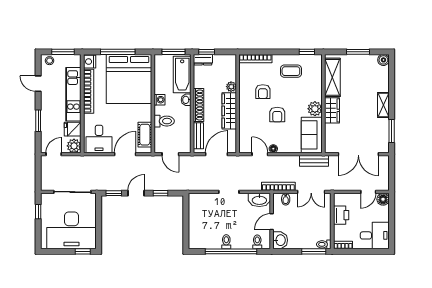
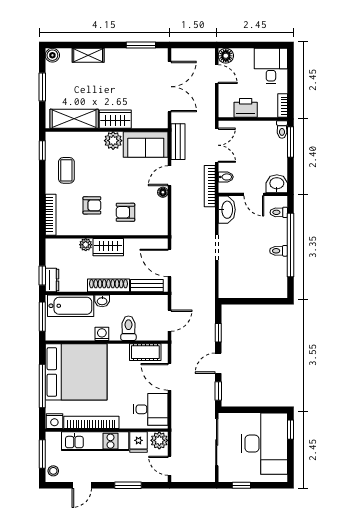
shelving: (383, 105) -> (88, 55), moved
wardrobe: (229, 111) -> (108, 247), width x0.67
armchair: (277, 115) -> (125, 212), moved, turned 180
door: (260, 154) -> (170, 176), moved
door: (136, 193) -> (218, 363), hinge flipped

